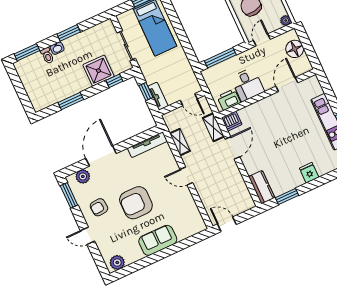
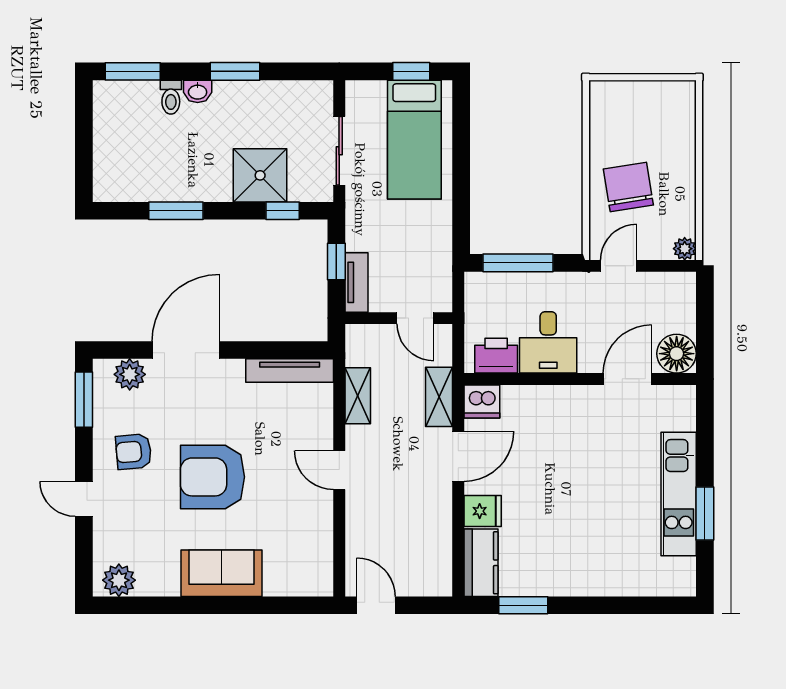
floor lamp: (295, 49) -> (677, 354), moved
fridge: (309, 173) -> (483, 511), moved, turned 90

